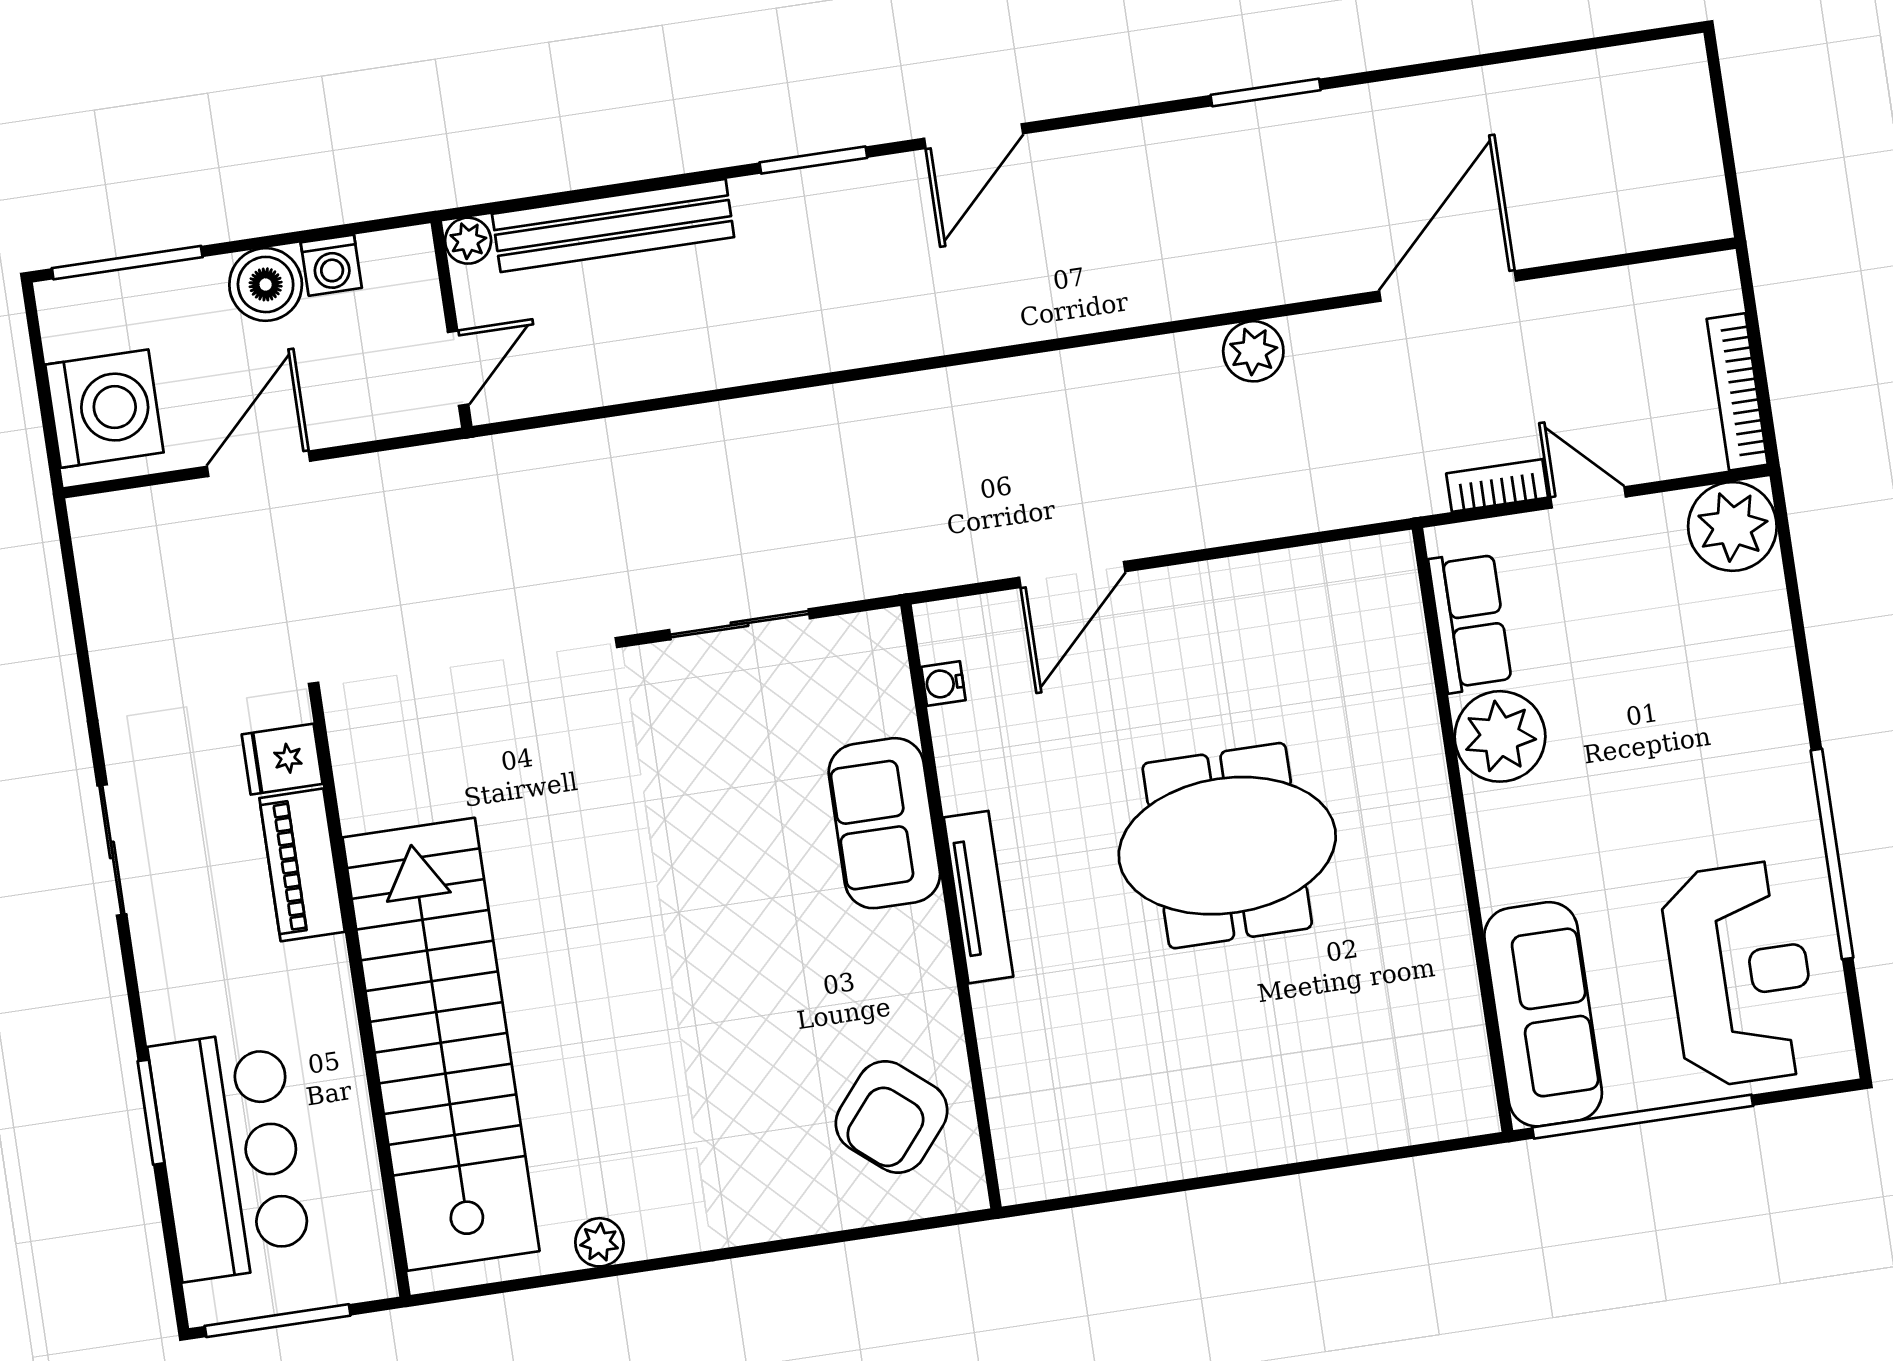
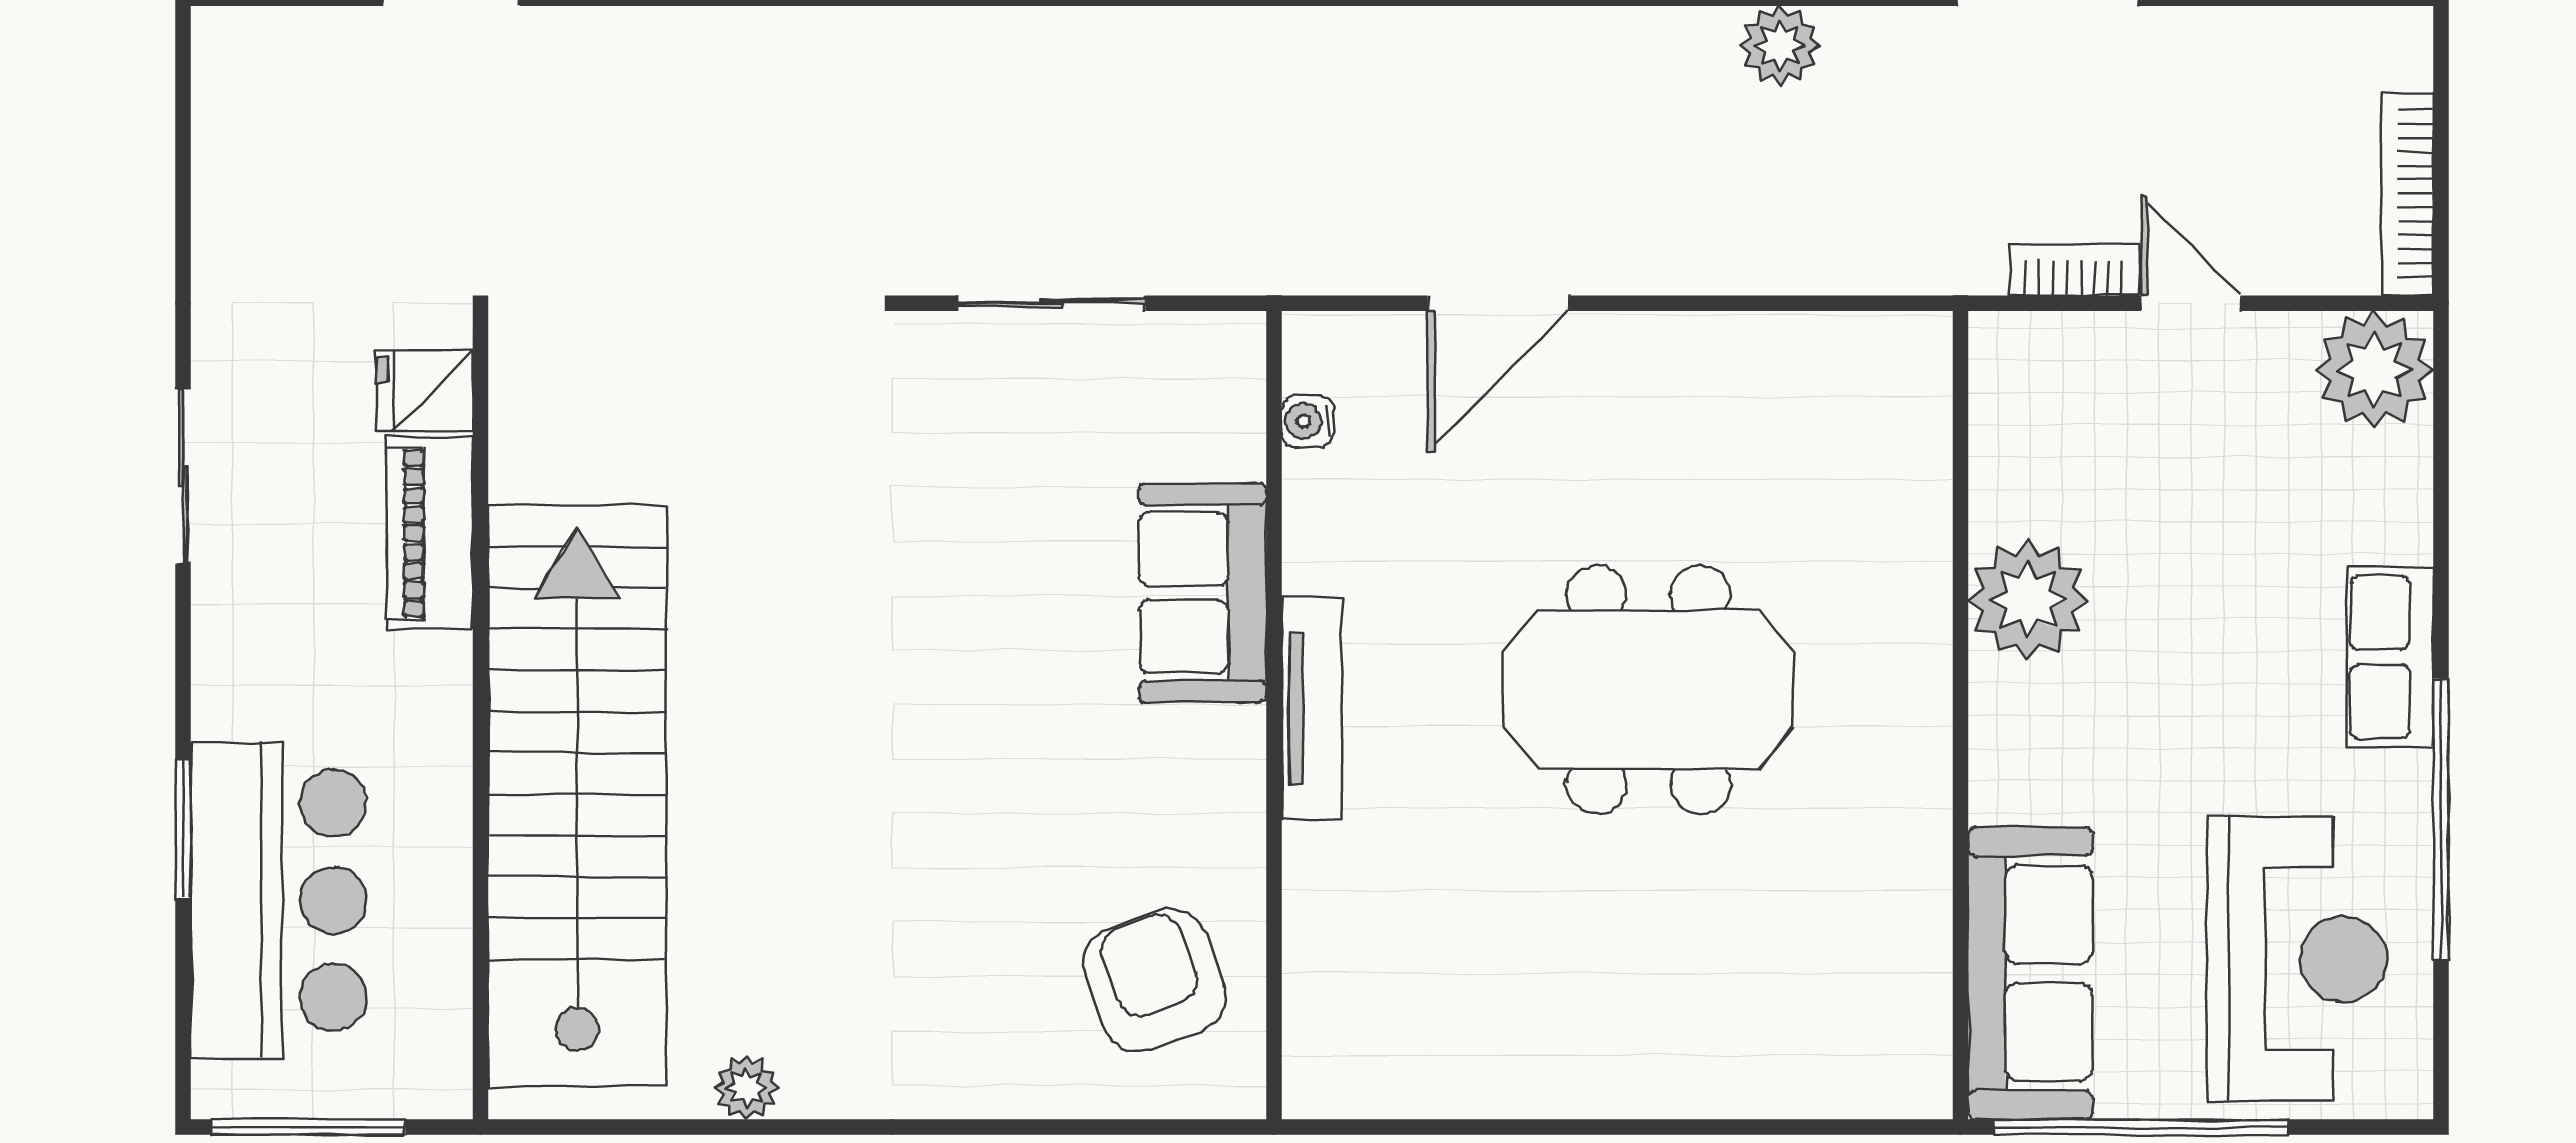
row of seats: (1470, 622) -> (2390, 657), moved, turned 180
armchair: (892, 1117) -> (1155, 980), turned 120

